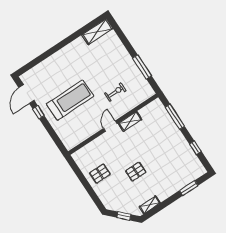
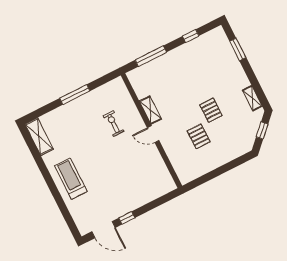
window: (142, 67) -> (75, 95), moved
treadmill: (70, 100) -> (71, 179), moved, width x0.73, depth x0.73
pallet: (100, 174) -> (199, 136), moved

